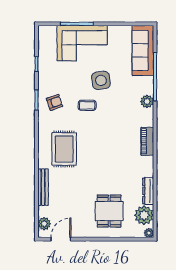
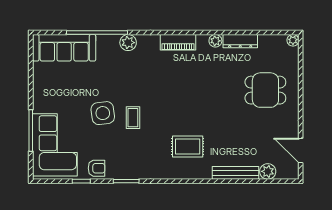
corner sofa: (82, 43) -> (55, 145), moved
side table: (101, 80) -> (103, 113), moved
armchair: (54, 102) -> (97, 168), moved, turned 109
rug: (64, 149) -> (188, 146), width x0.73, depth x0.70
plant: (144, 215) -> (215, 41), moved, width x0.53, depth x0.53
plant: (44, 224) -> (268, 171), moved

